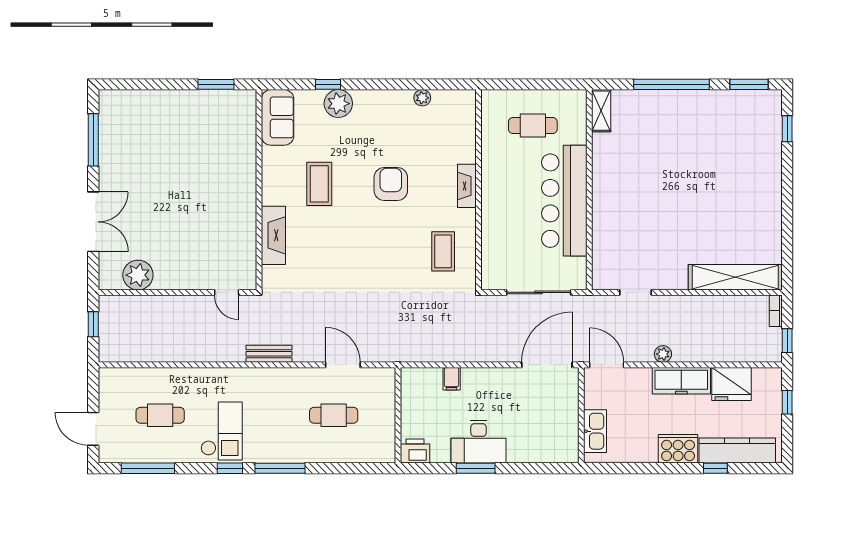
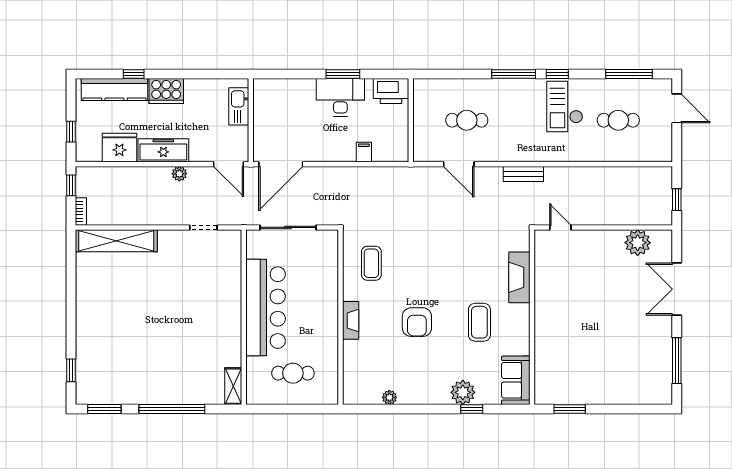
printer: (415, 451) -> (391, 91), width x1.37, depth x1.19

